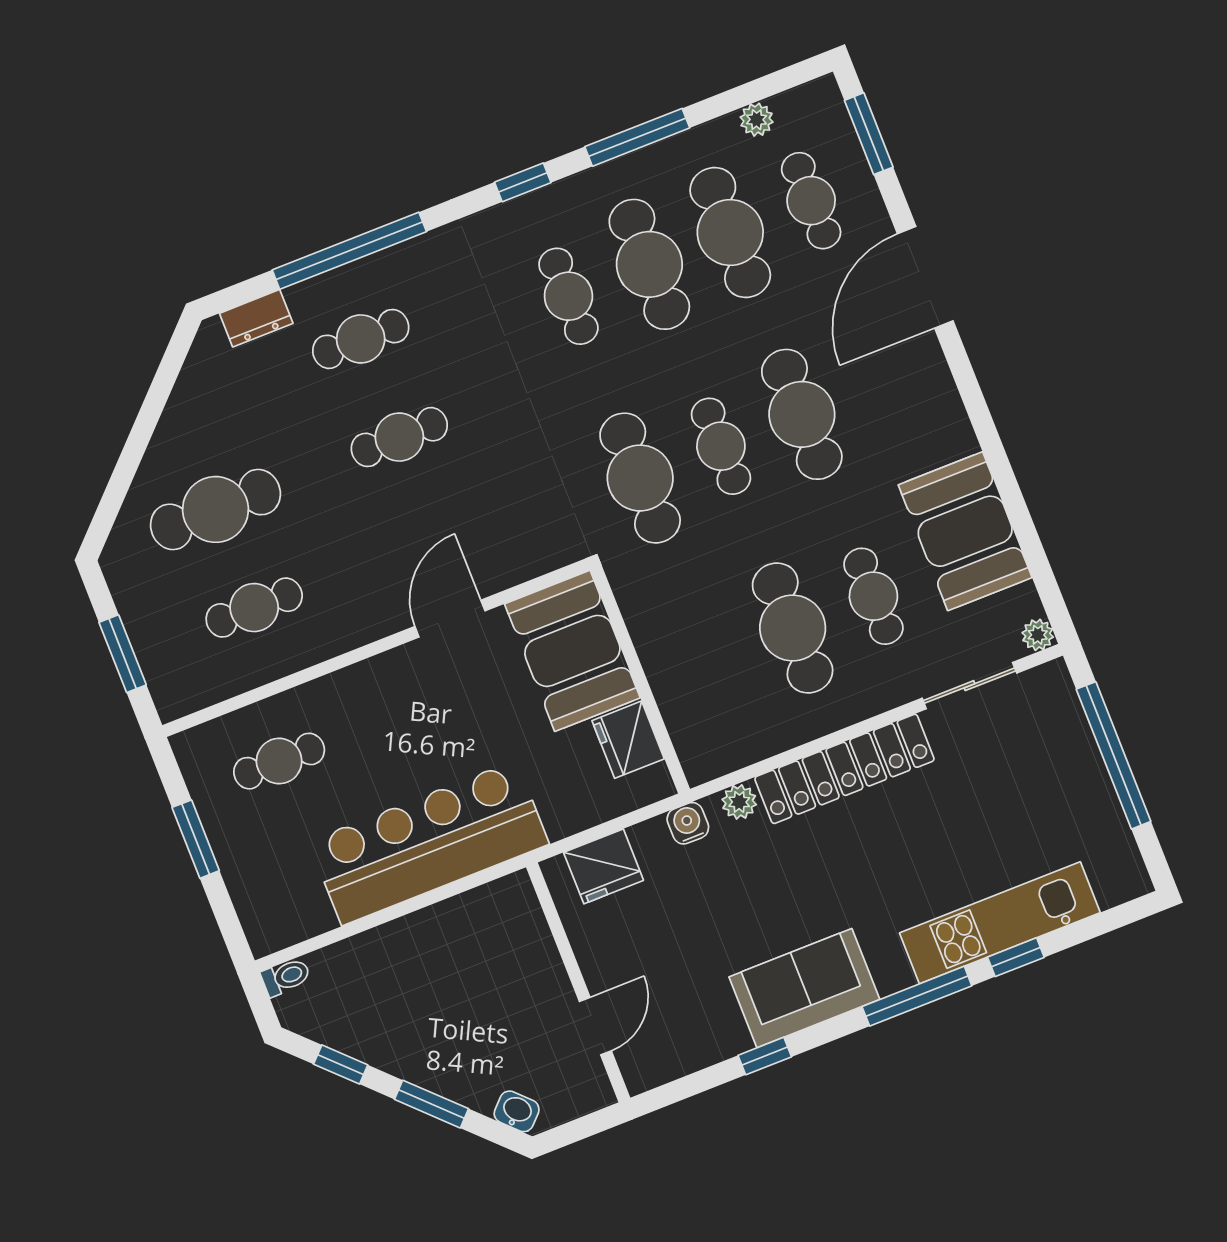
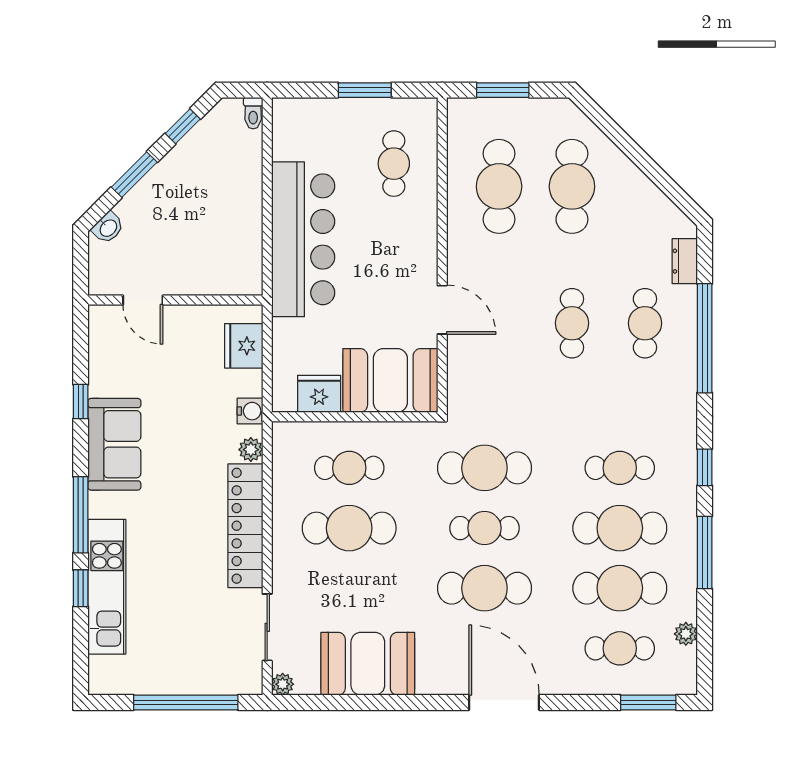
door: (925, 277) -> (504, 702), moved
cafe table: (873, 596) -> (349, 468), moved
cafe table: (254, 608) -> (499, 186), width x1.37, depth x1.35

